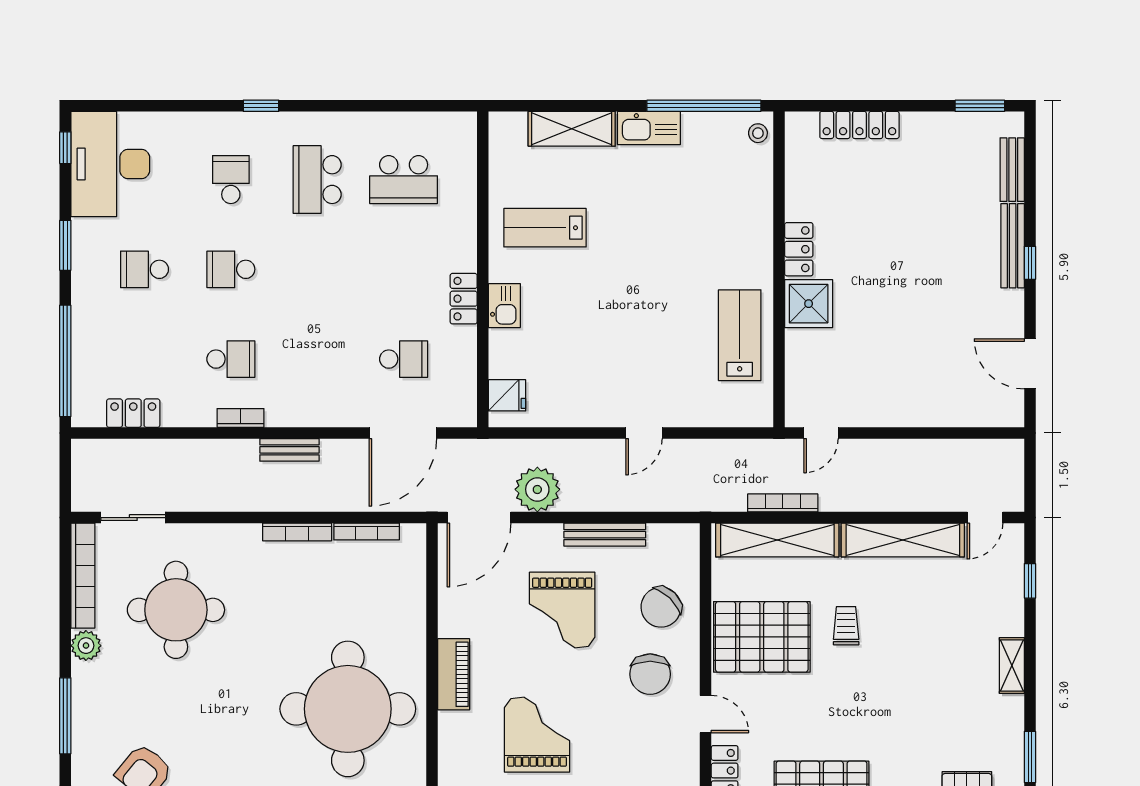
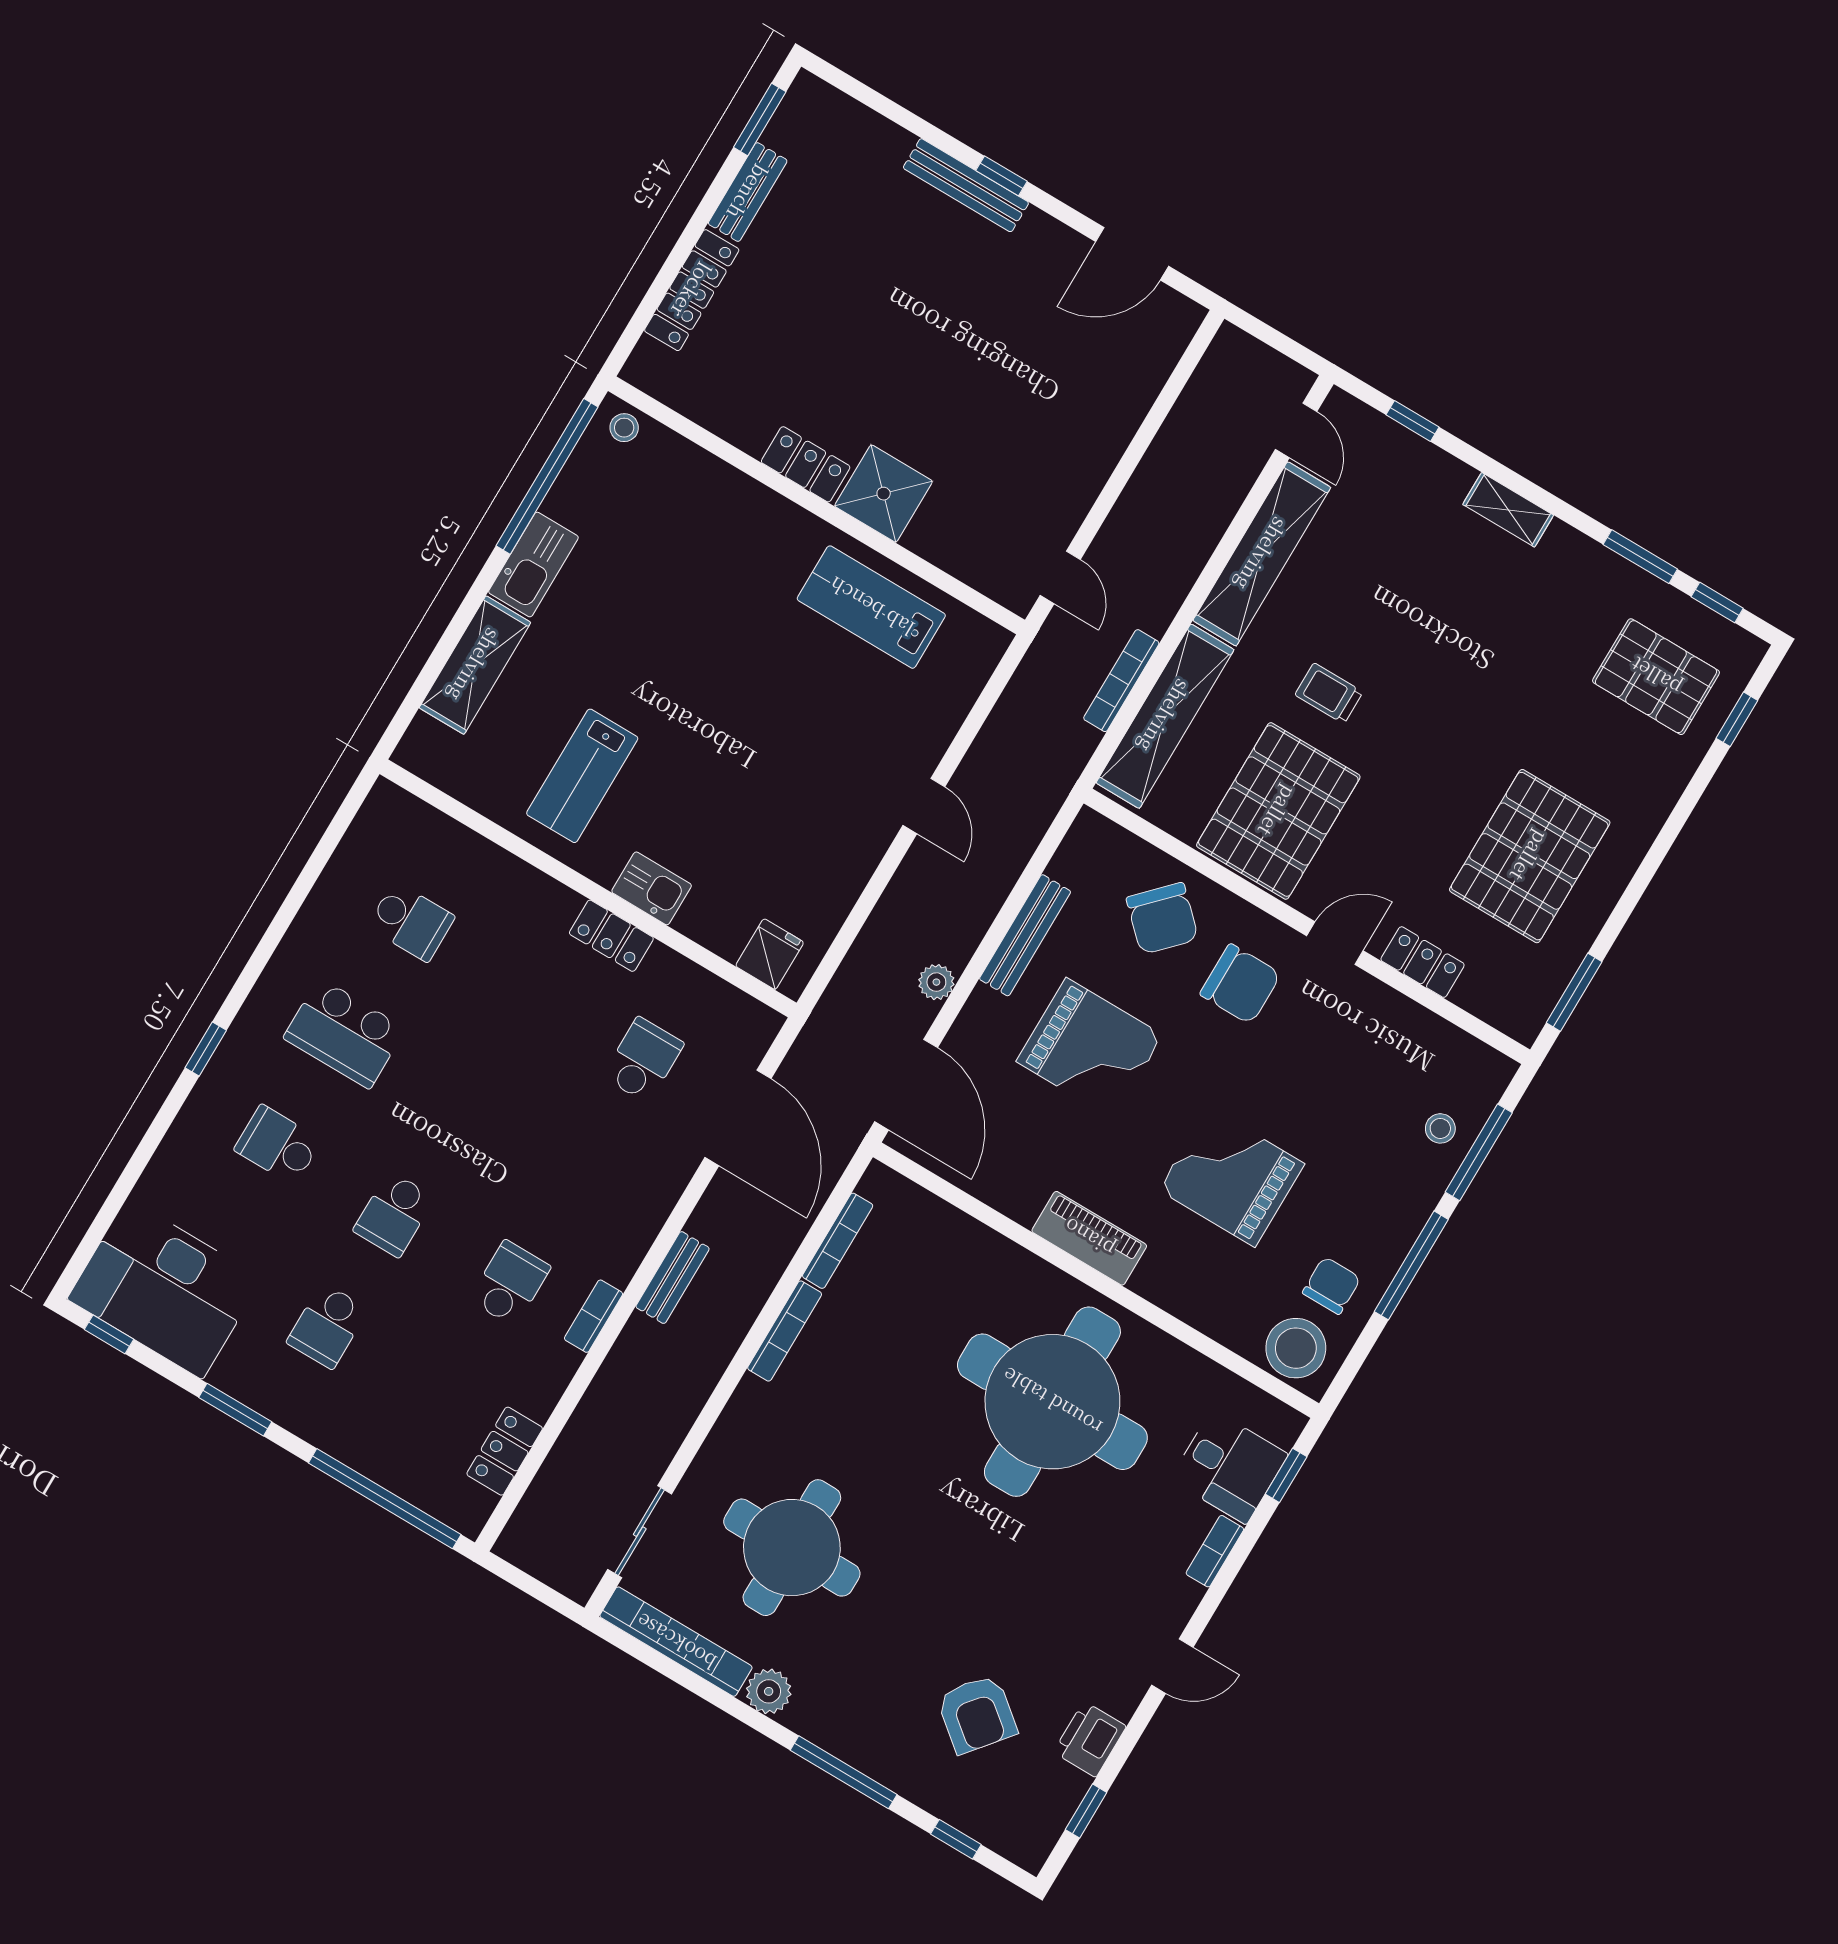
bench: (1012, 170) -> (748, 192), moved, turned 90
school desk: (404, 180) -> (411, 922), width x0.54
plant: (537, 489) -> (936, 982), width x0.53, depth x0.53

